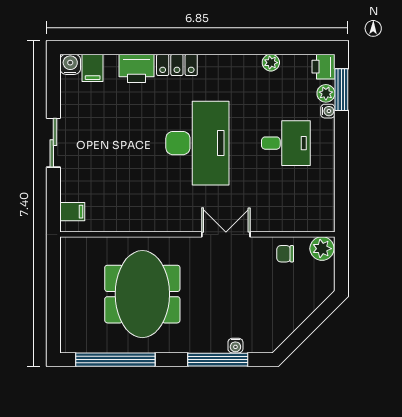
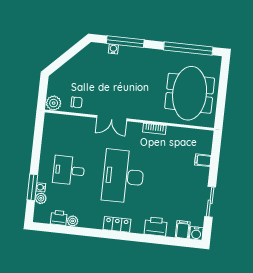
locker: (177, 65) -> (117, 224), moved
printer: (323, 67) -> (59, 218), moved, turned -90
window: (341, 90) -> (32, 187), moved
sliding door: (53, 143) -> (210, 202), moved
filing cabinet: (72, 212) -> (203, 160), moved
bookcase: (156, 225) -> (154, 129), added
meeting table: (142, 294) -> (190, 93), moved

